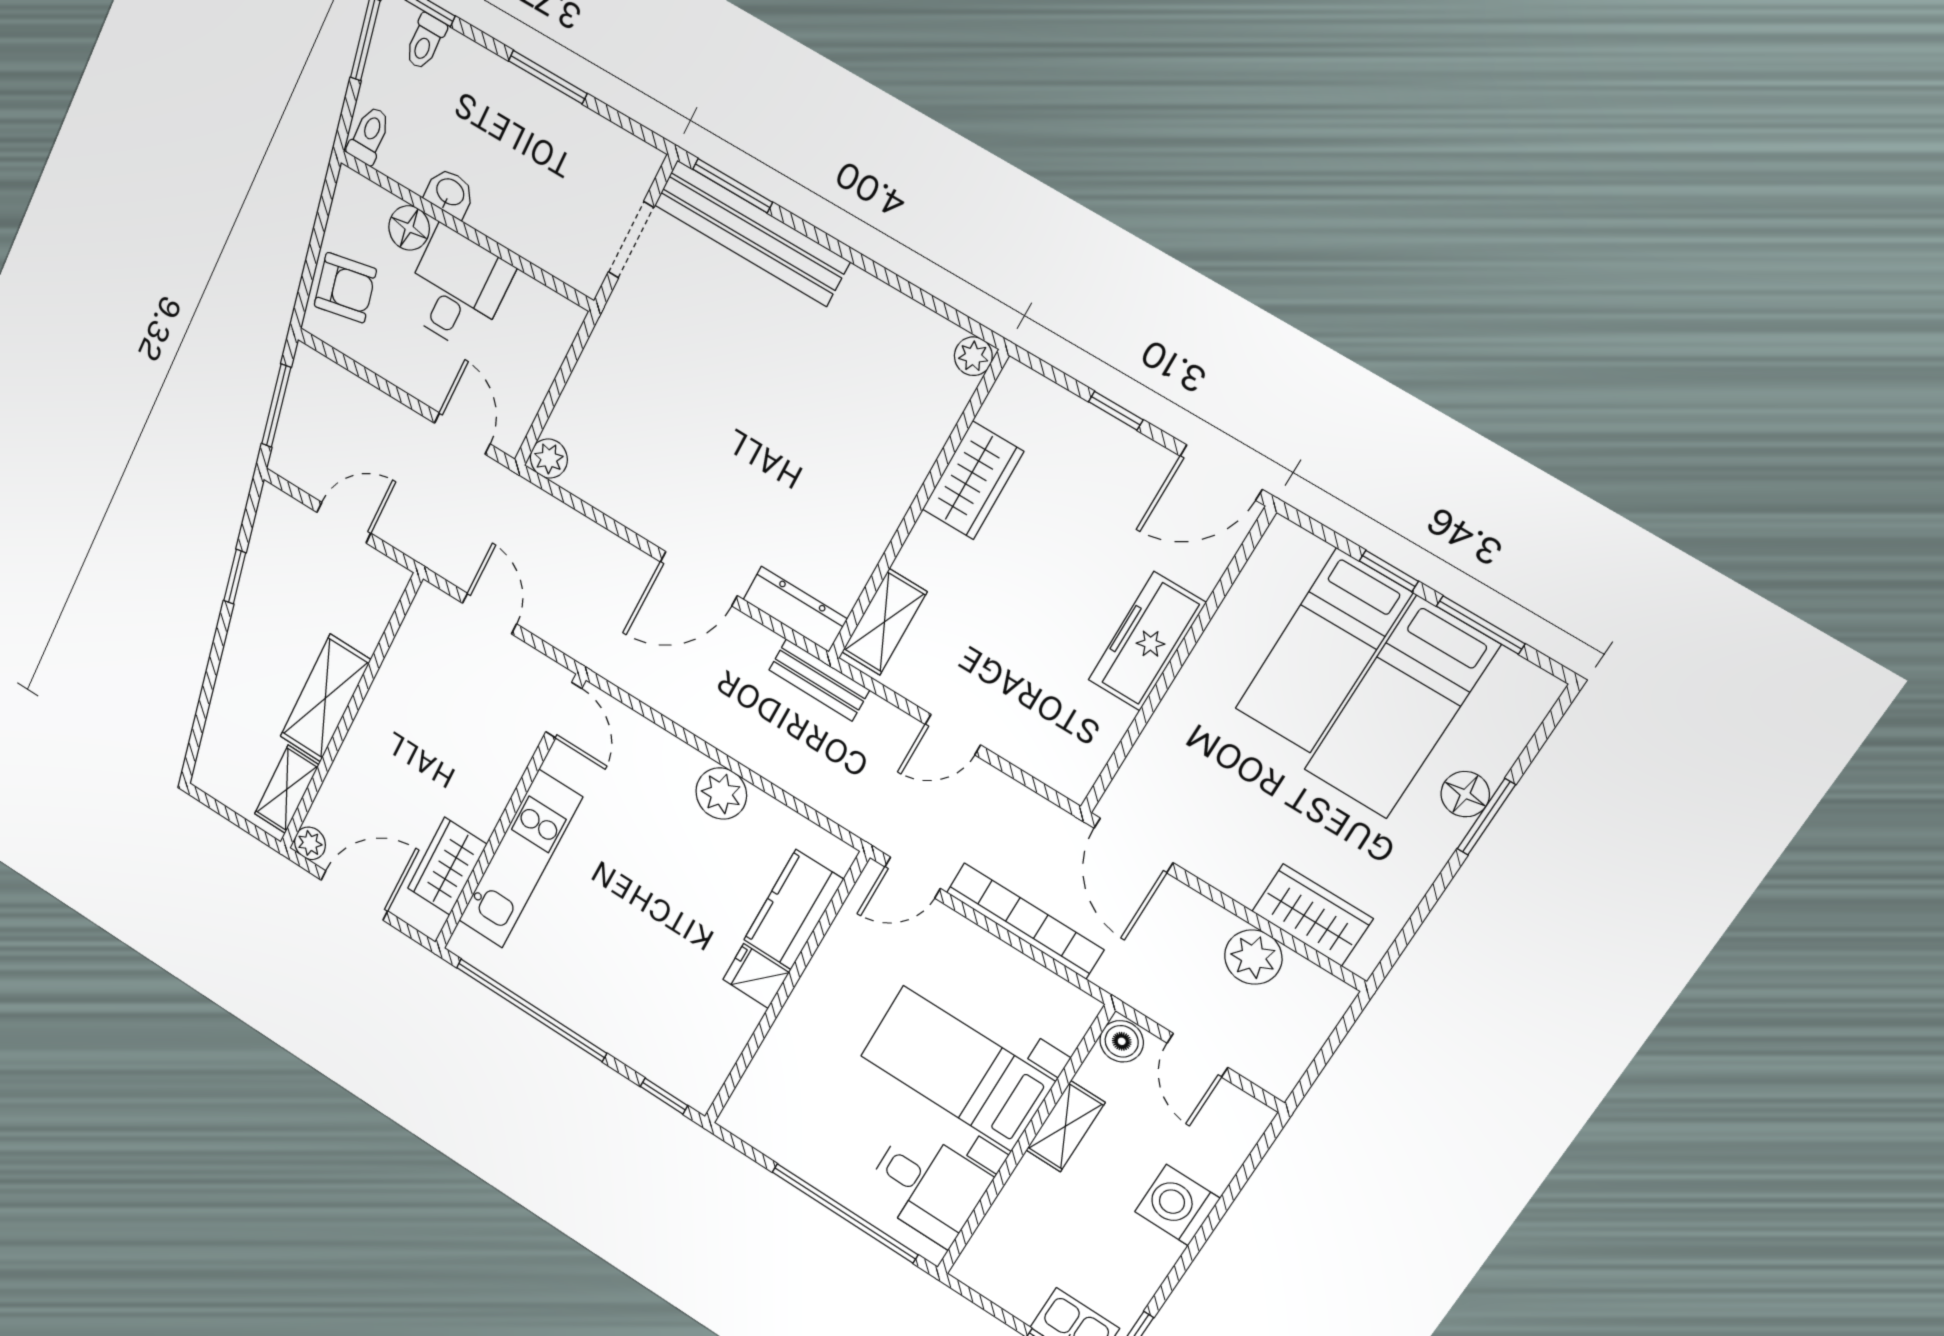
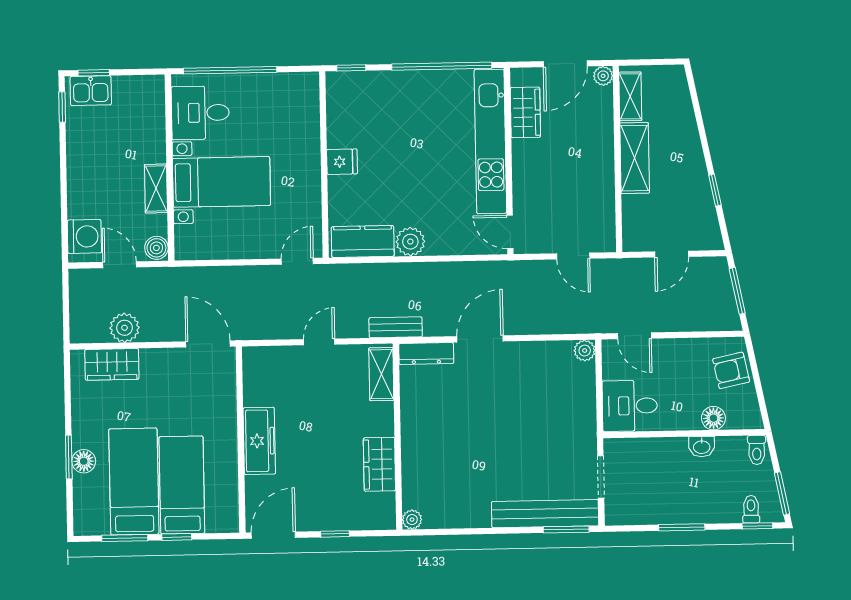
desk: (457, 289) -> (630, 406), moved, turned 90
kitchen unit: (520, 859) -> (490, 141), width x1.36
kitchen counter: (793, 910) -> (363, 241), moved, turned -90
bookcase: (1025, 921) -> (234, 275), removed
washing machine: (1177, 1205) -> (84, 236), moved

